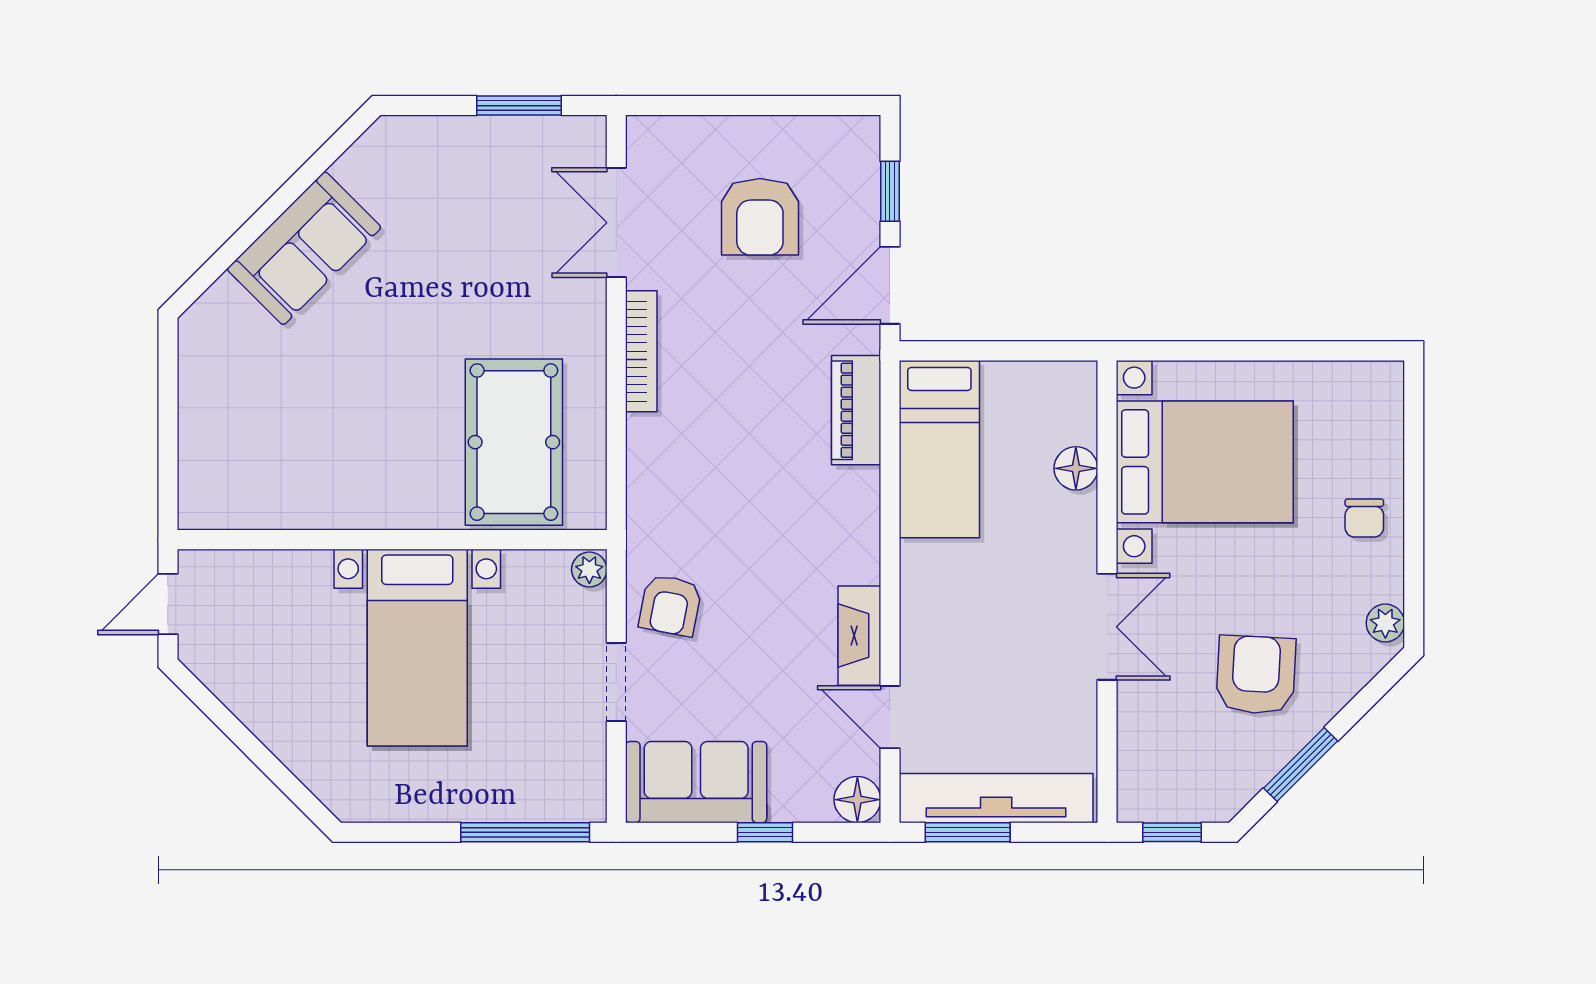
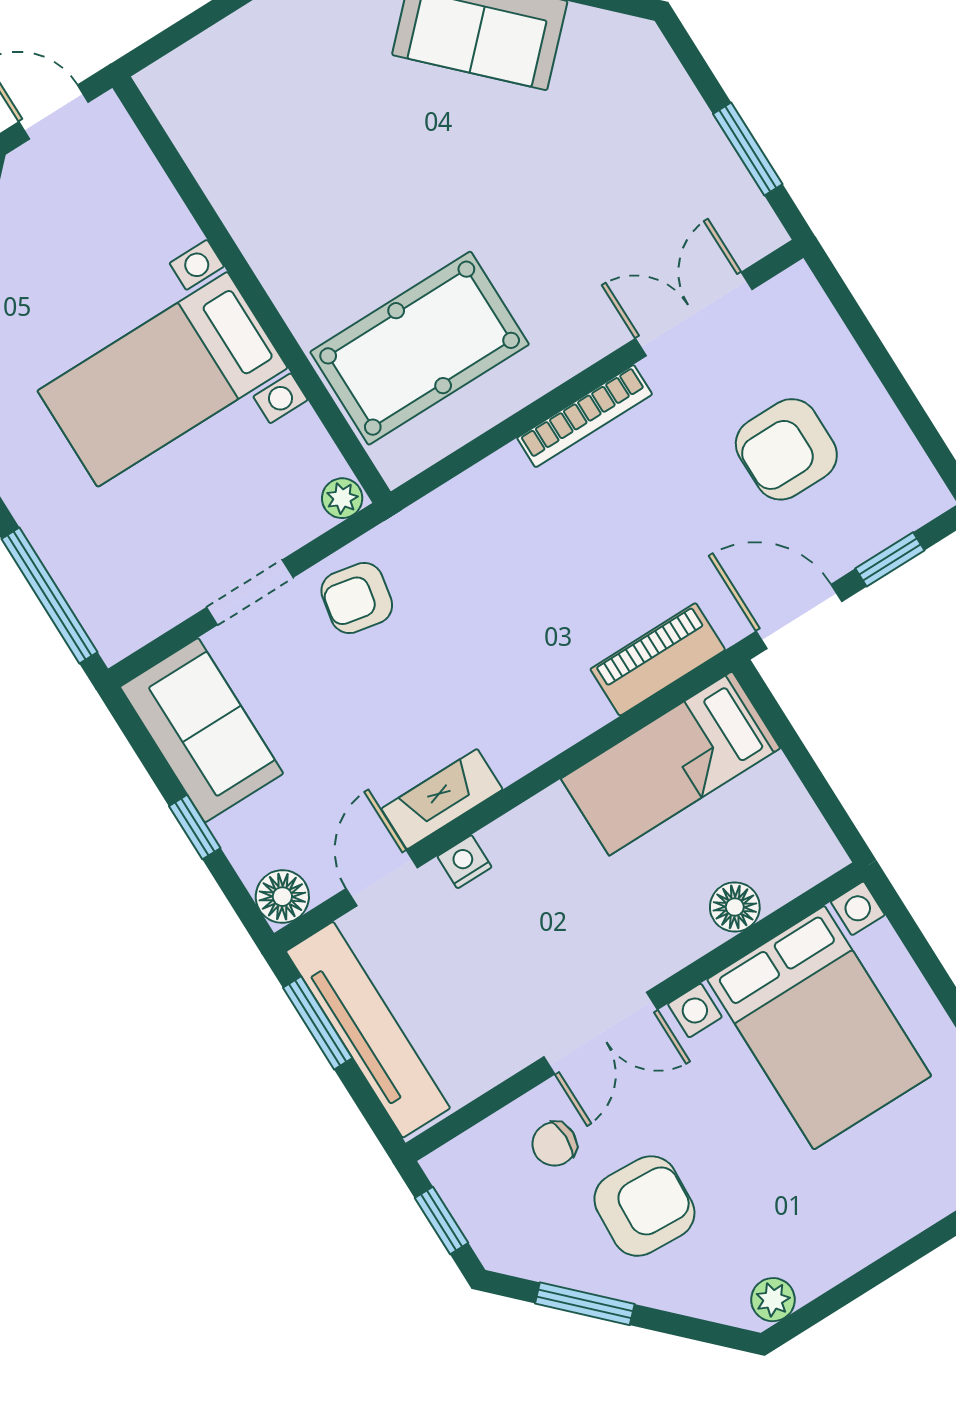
chair: (1364, 518) -> (554, 1144), moved
nightstand: (916, 648) -> (464, 862), added

